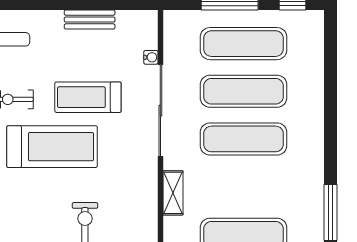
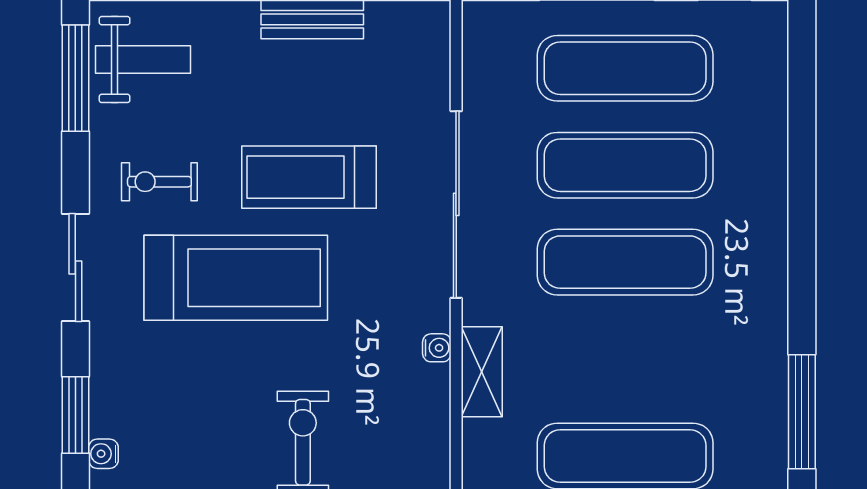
water cooler: (151, 57) -> (437, 348), moved

